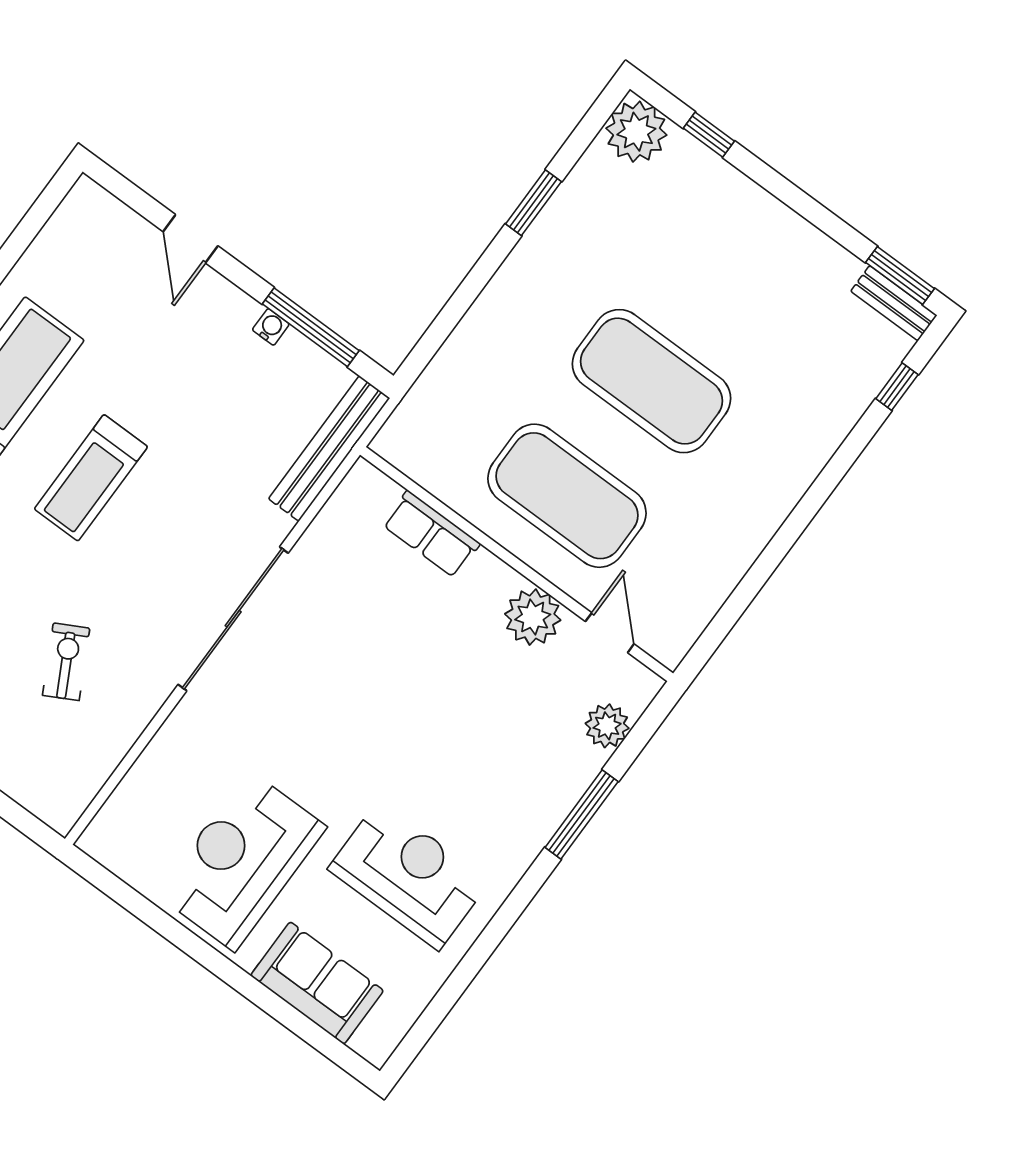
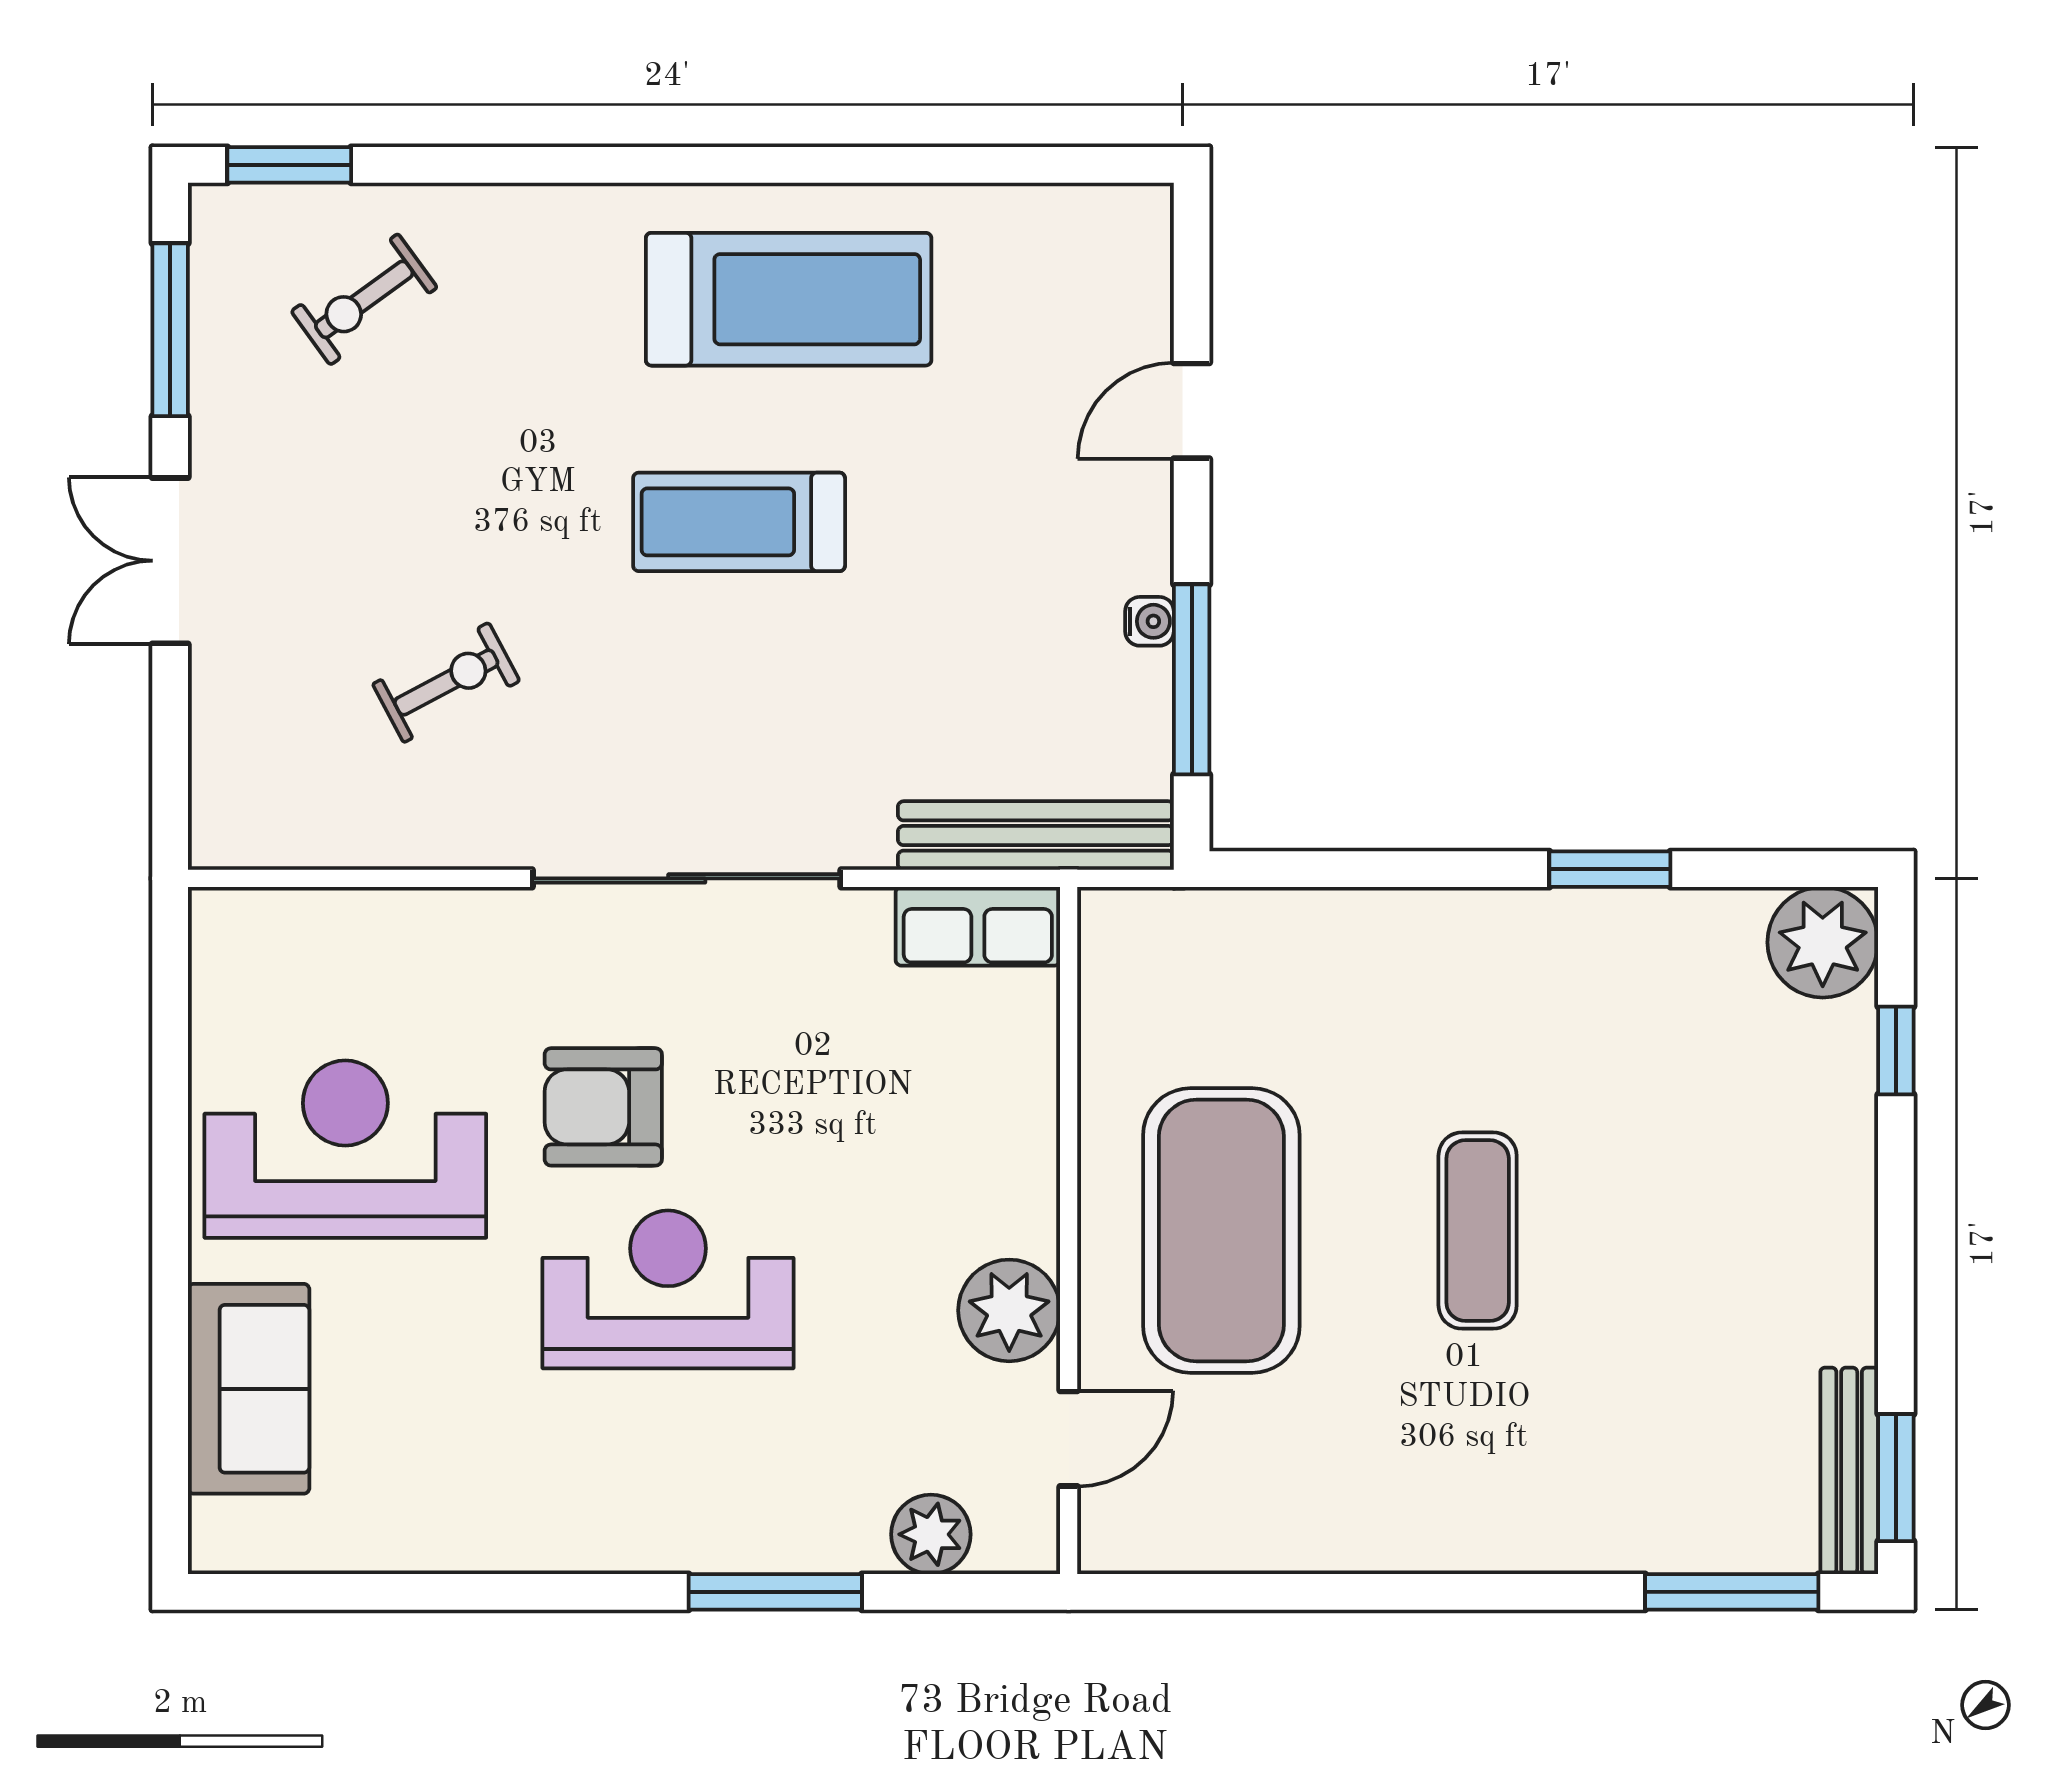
bench: (894, 303) -> (1849, 1471), width x1.36
exercise mat: (651, 381) -> (1478, 1231), width x0.50, depth x0.69
window: (897, 387) -> (1732, 1592), width x2.17
row of seats: (431, 534) -> (978, 926), moved, turned -90
armchair: (308, 731) -> (603, 1107), added
reception desk: (409, 875) -> (668, 1289), moved, turned -90

